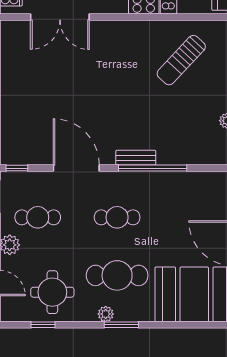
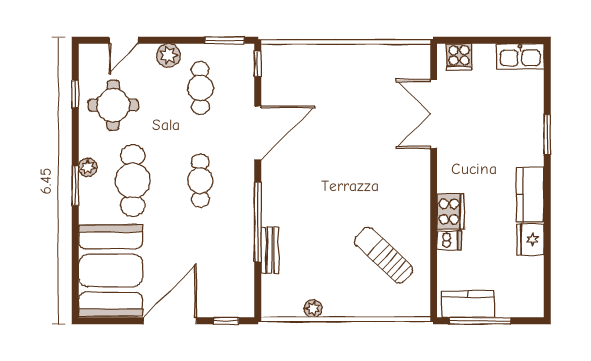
bench: (136, 158) -> (270, 250), moved

